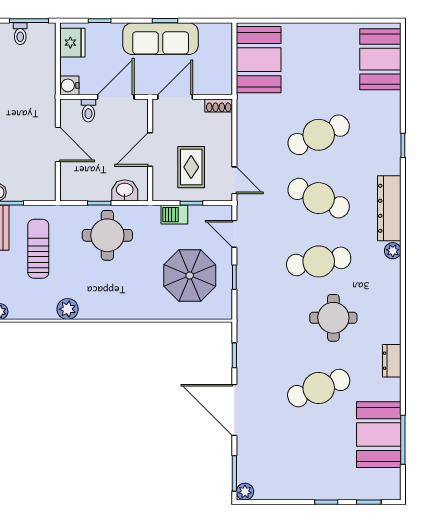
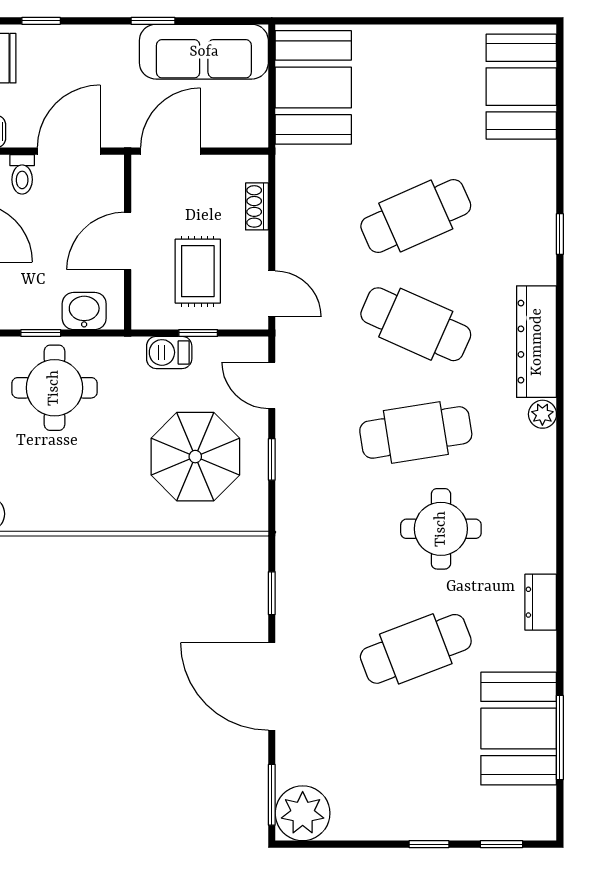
sofa: (161, 39) -> (204, 52), moved
shoe rack: (219, 106) -> (257, 206), moved, turned 90
plant: (245, 492) -> (303, 813), width x1.88, depth x1.88

